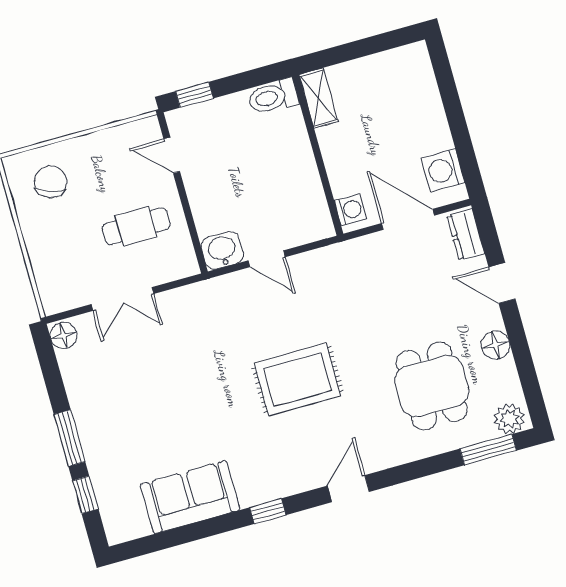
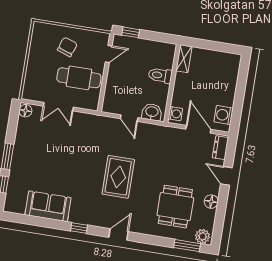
toilet: (273, 97) -> (160, 75), moved
door: (172, 155) -> (109, 54), swing flipped
chair: (51, 182) -> (67, 47), moved
cafe table: (136, 226) -> (79, 78), width x1.37, depth x1.35
washbasin: (222, 250) -> (152, 112), moved
rug: (297, 380) -> (118, 177), turned 90

